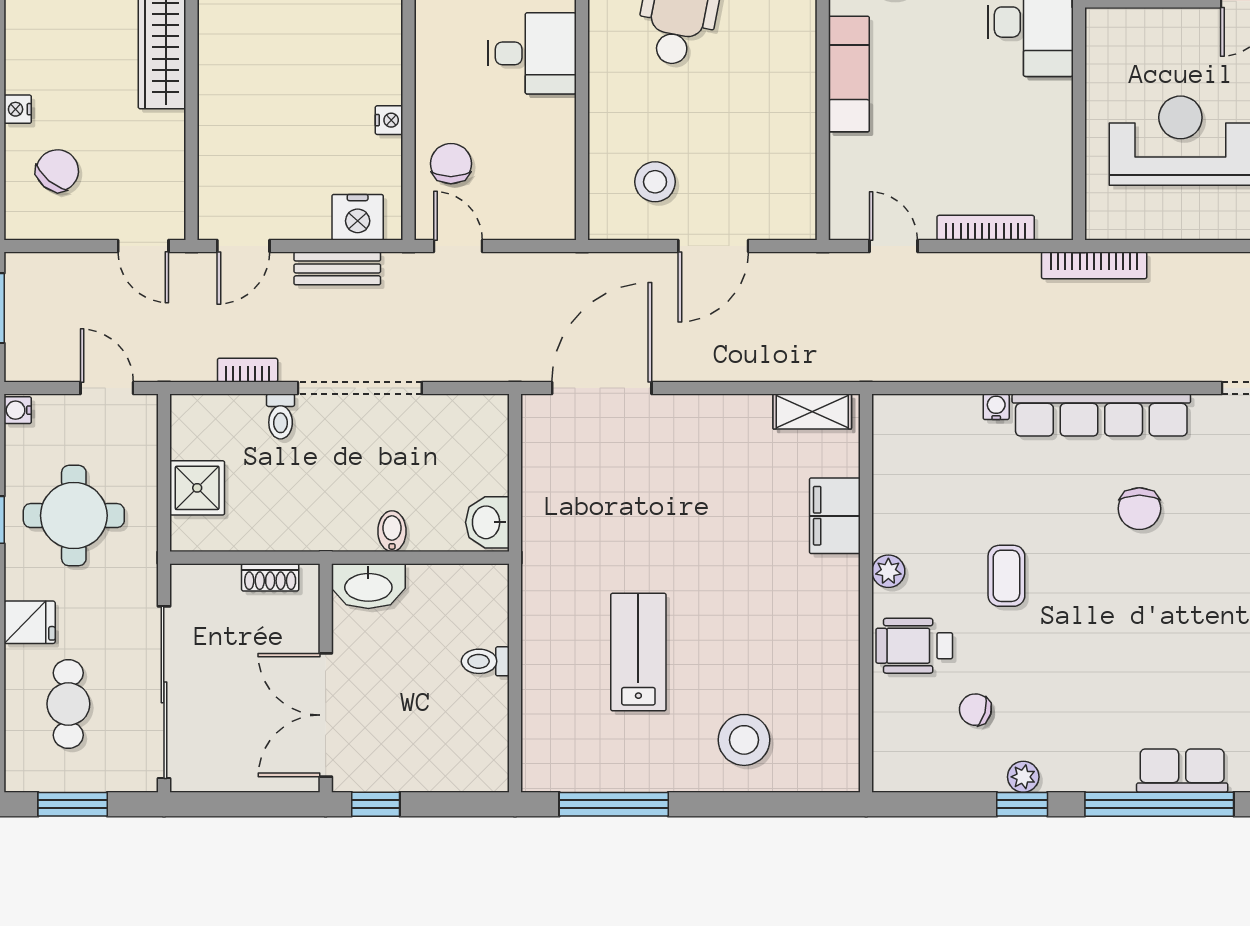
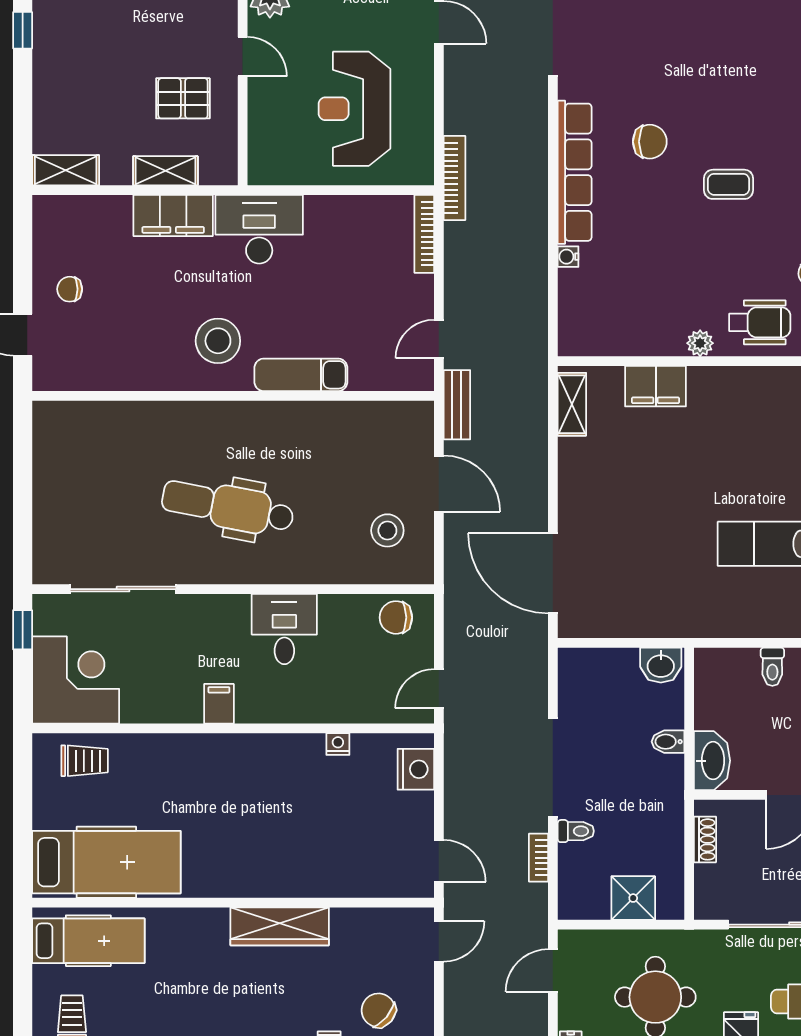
chair: (451, 164) -> (396, 617), moved
bookcase: (986, 228) -> (424, 234), moved
bench: (337, 268) -> (457, 405), moved
coffee table: (1006, 576) -> (729, 184), moved
wheelchair: (914, 646) -> (760, 322), turned -90

